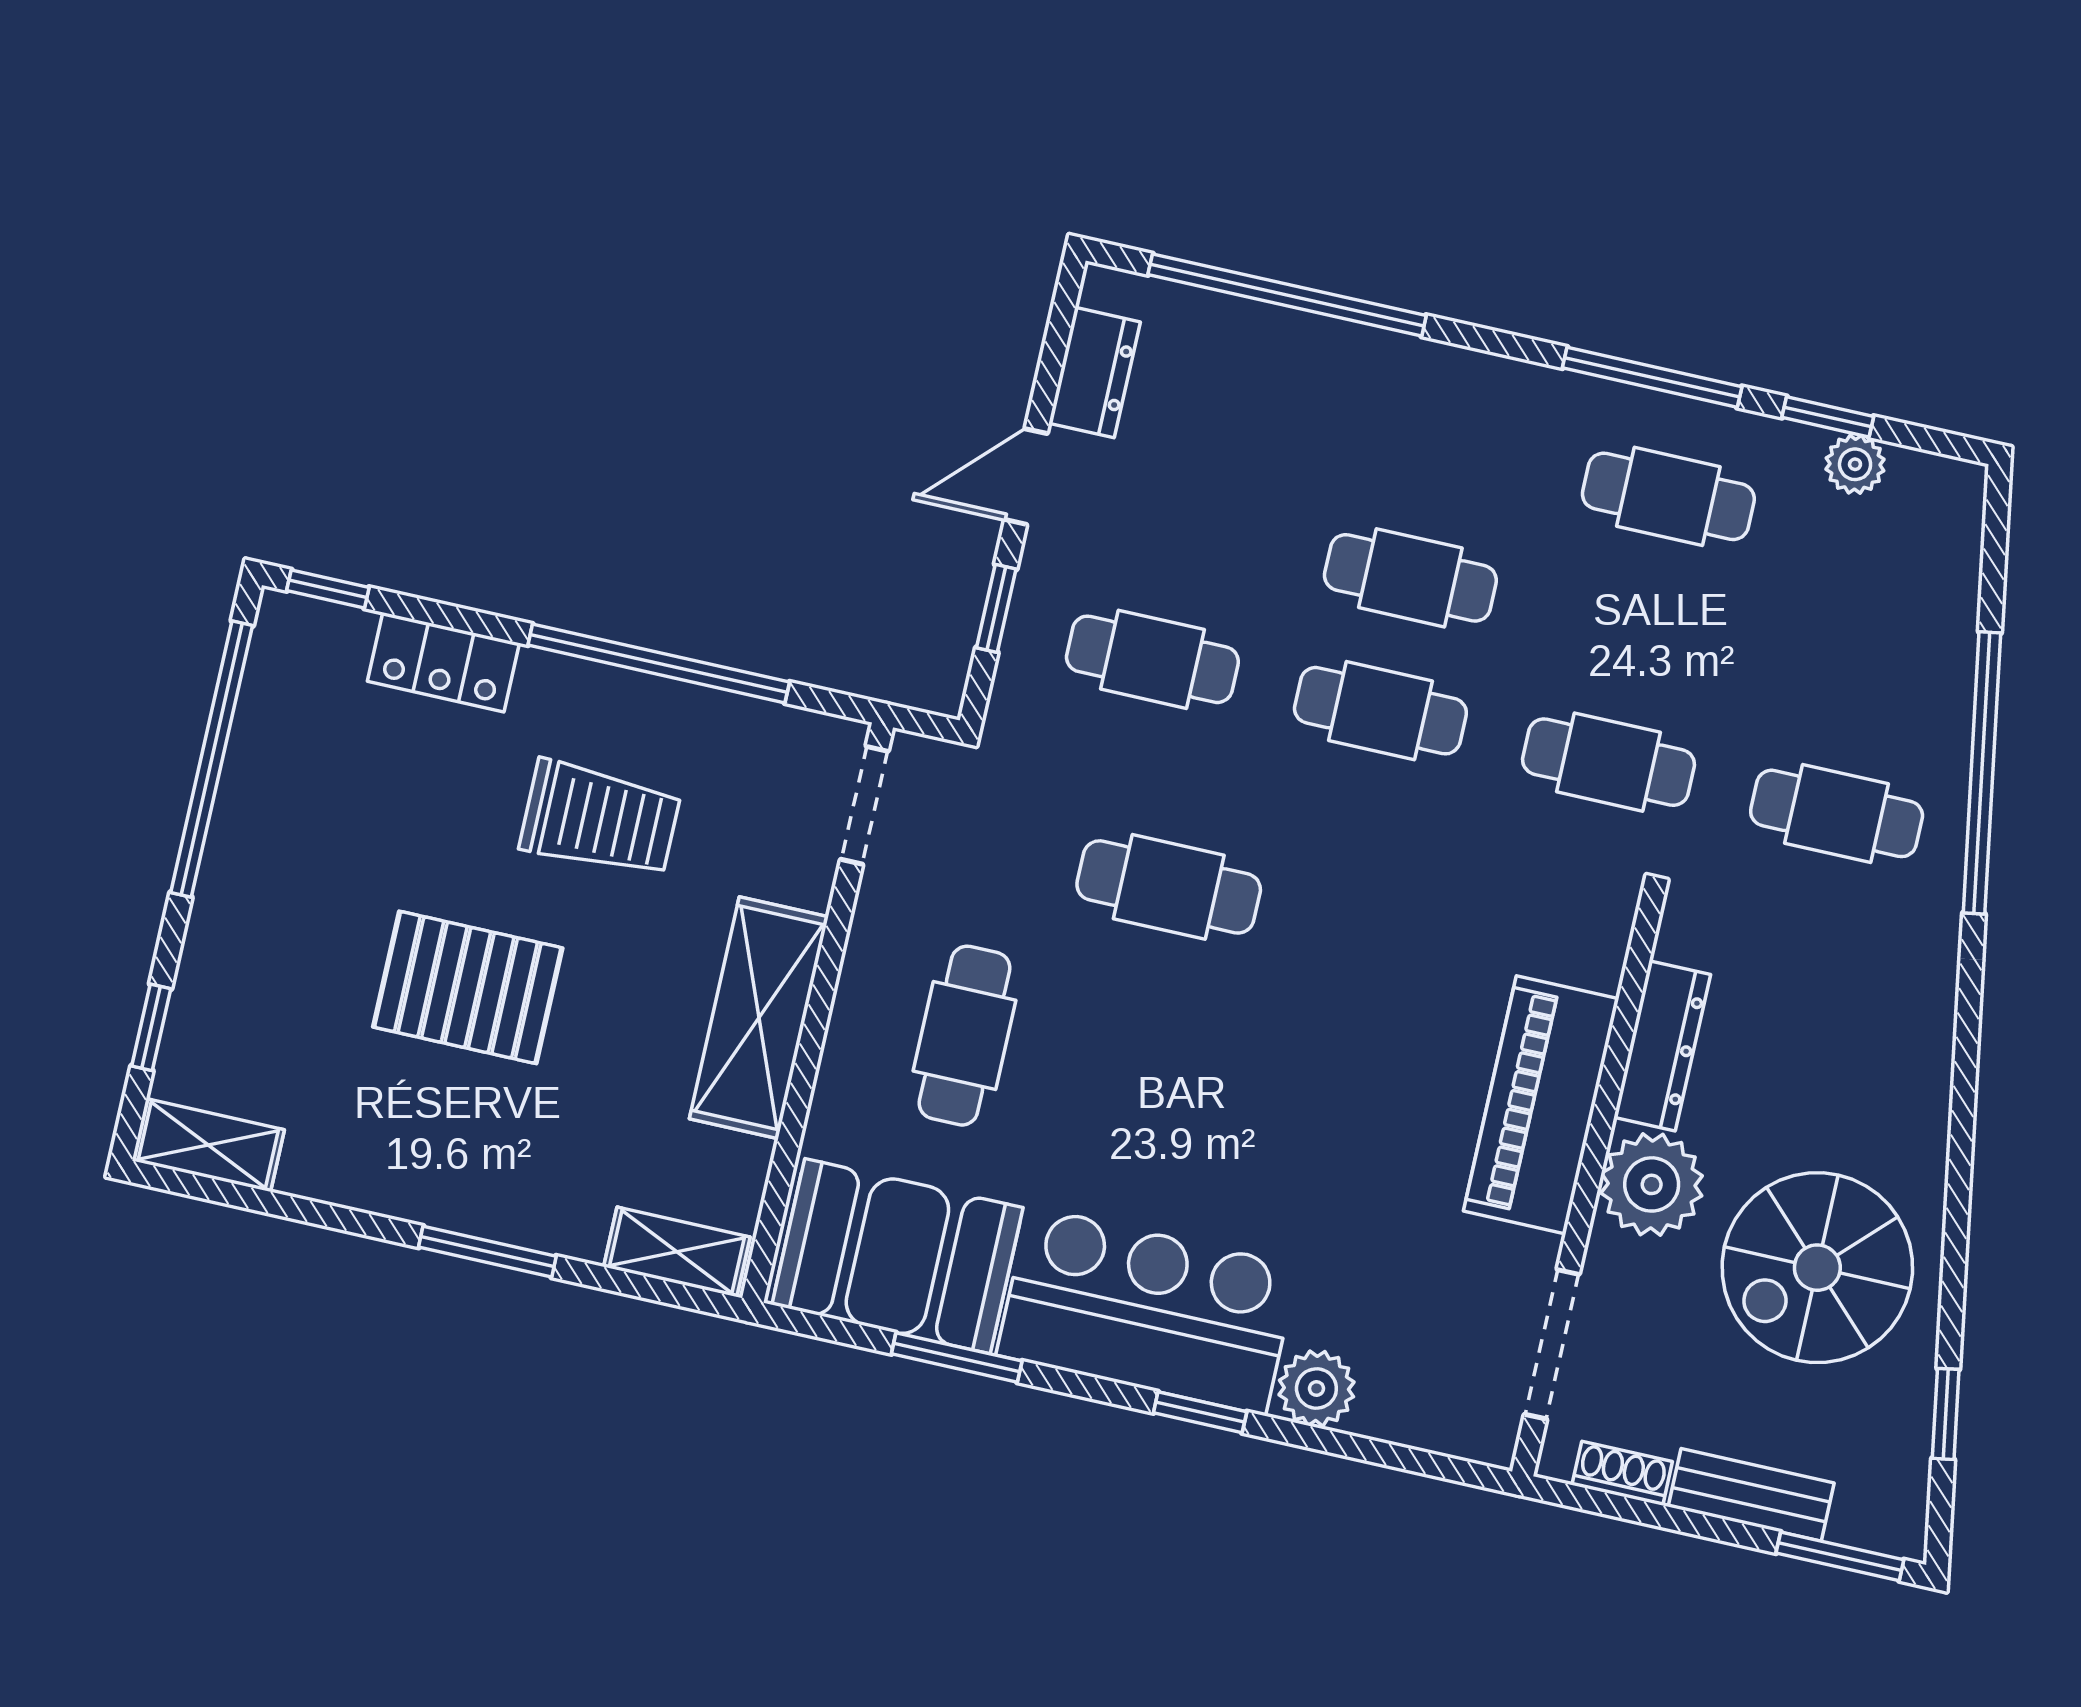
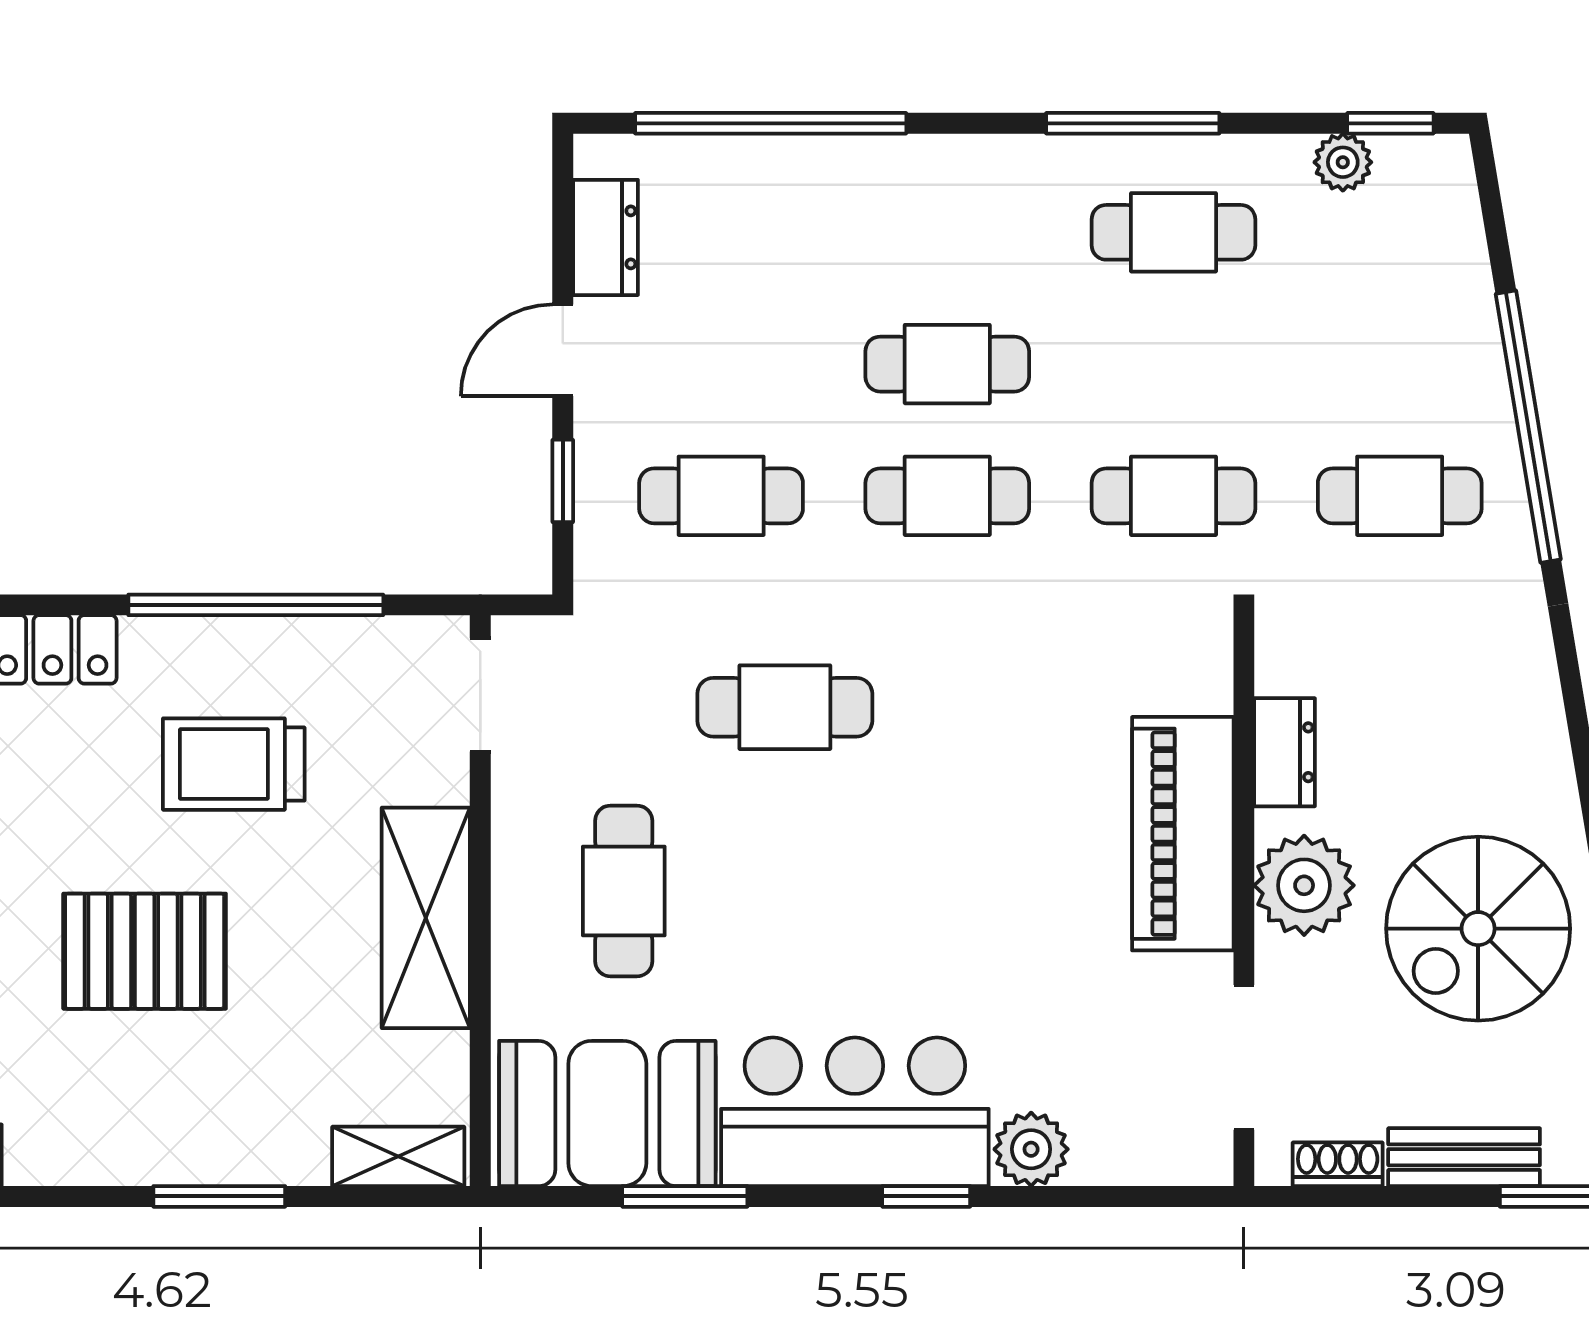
window: (1828, 417) -> (1390, 123), moved
trolley: (600, 819) -> (234, 764), turned 180
dresser: (1662, 1046) -> (1285, 752), width x0.70

